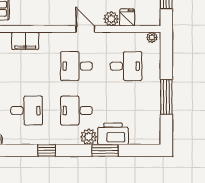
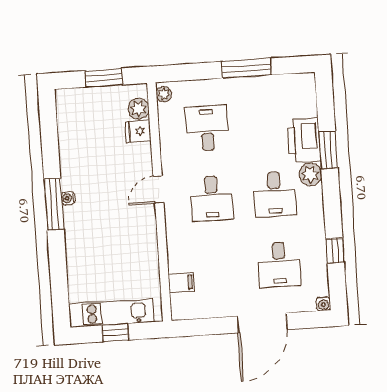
plant: (111, 19) -> (139, 109), moved
filing cabinet: (25, 41) -> (181, 283), width x0.50
desk: (27, 111) -> (279, 265), turned 180
window: (47, 150) -> (335, 251), moved

